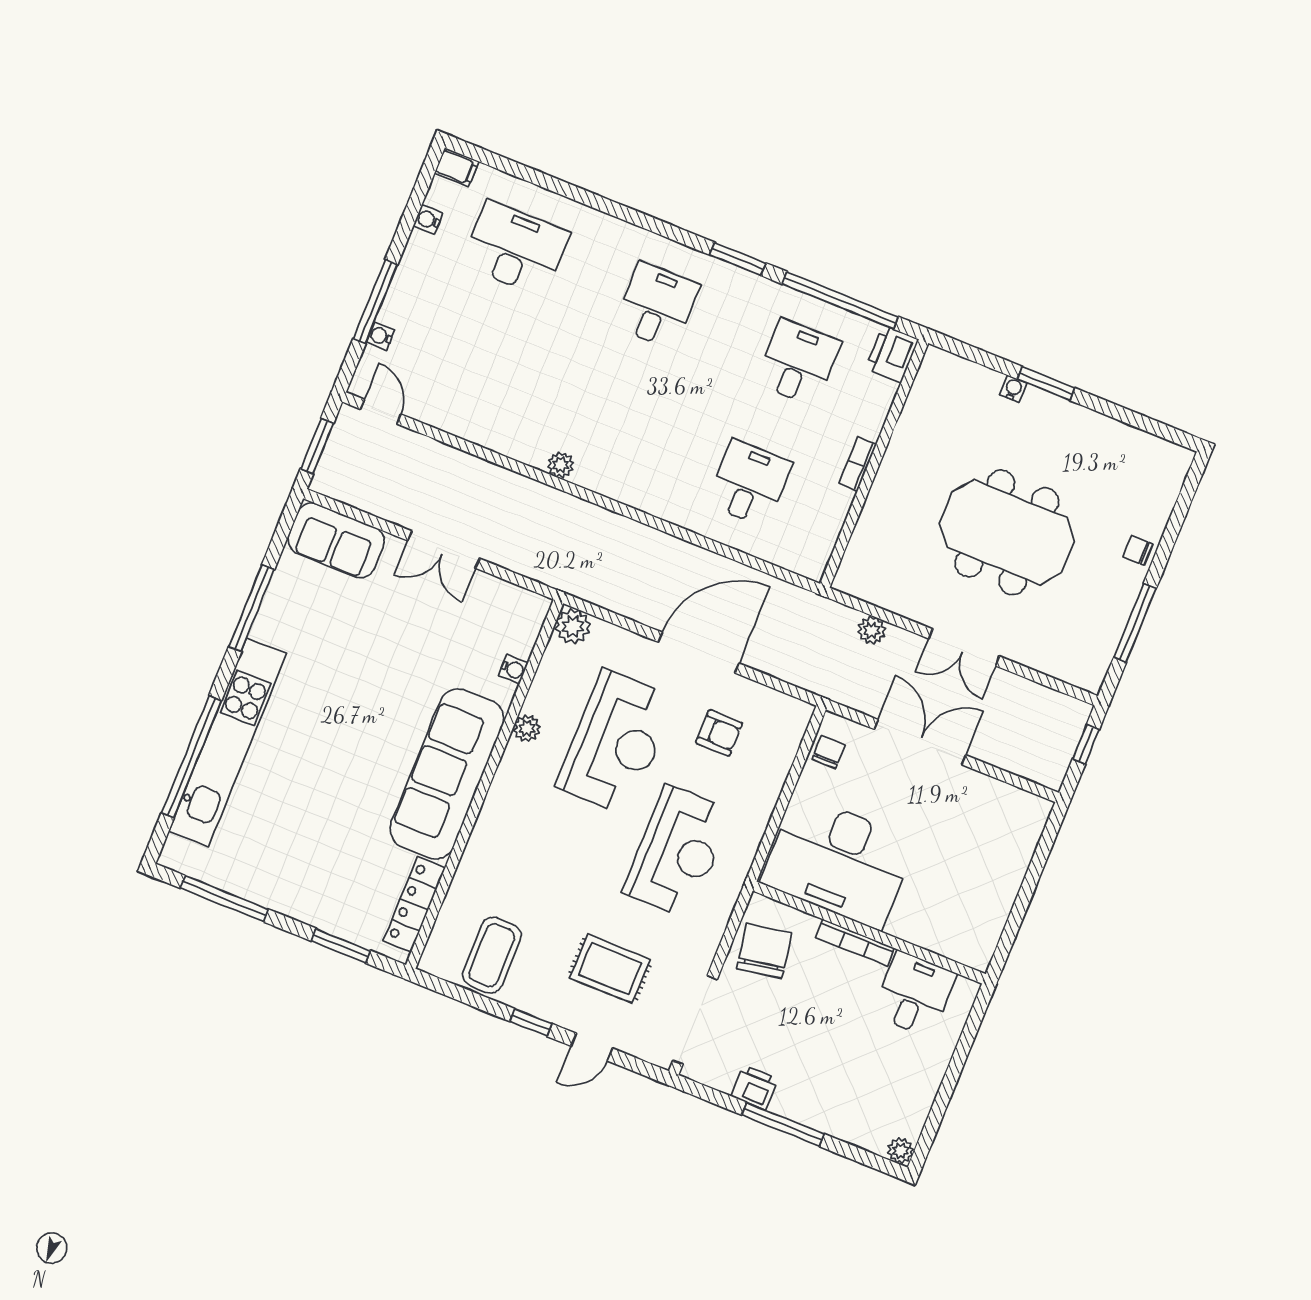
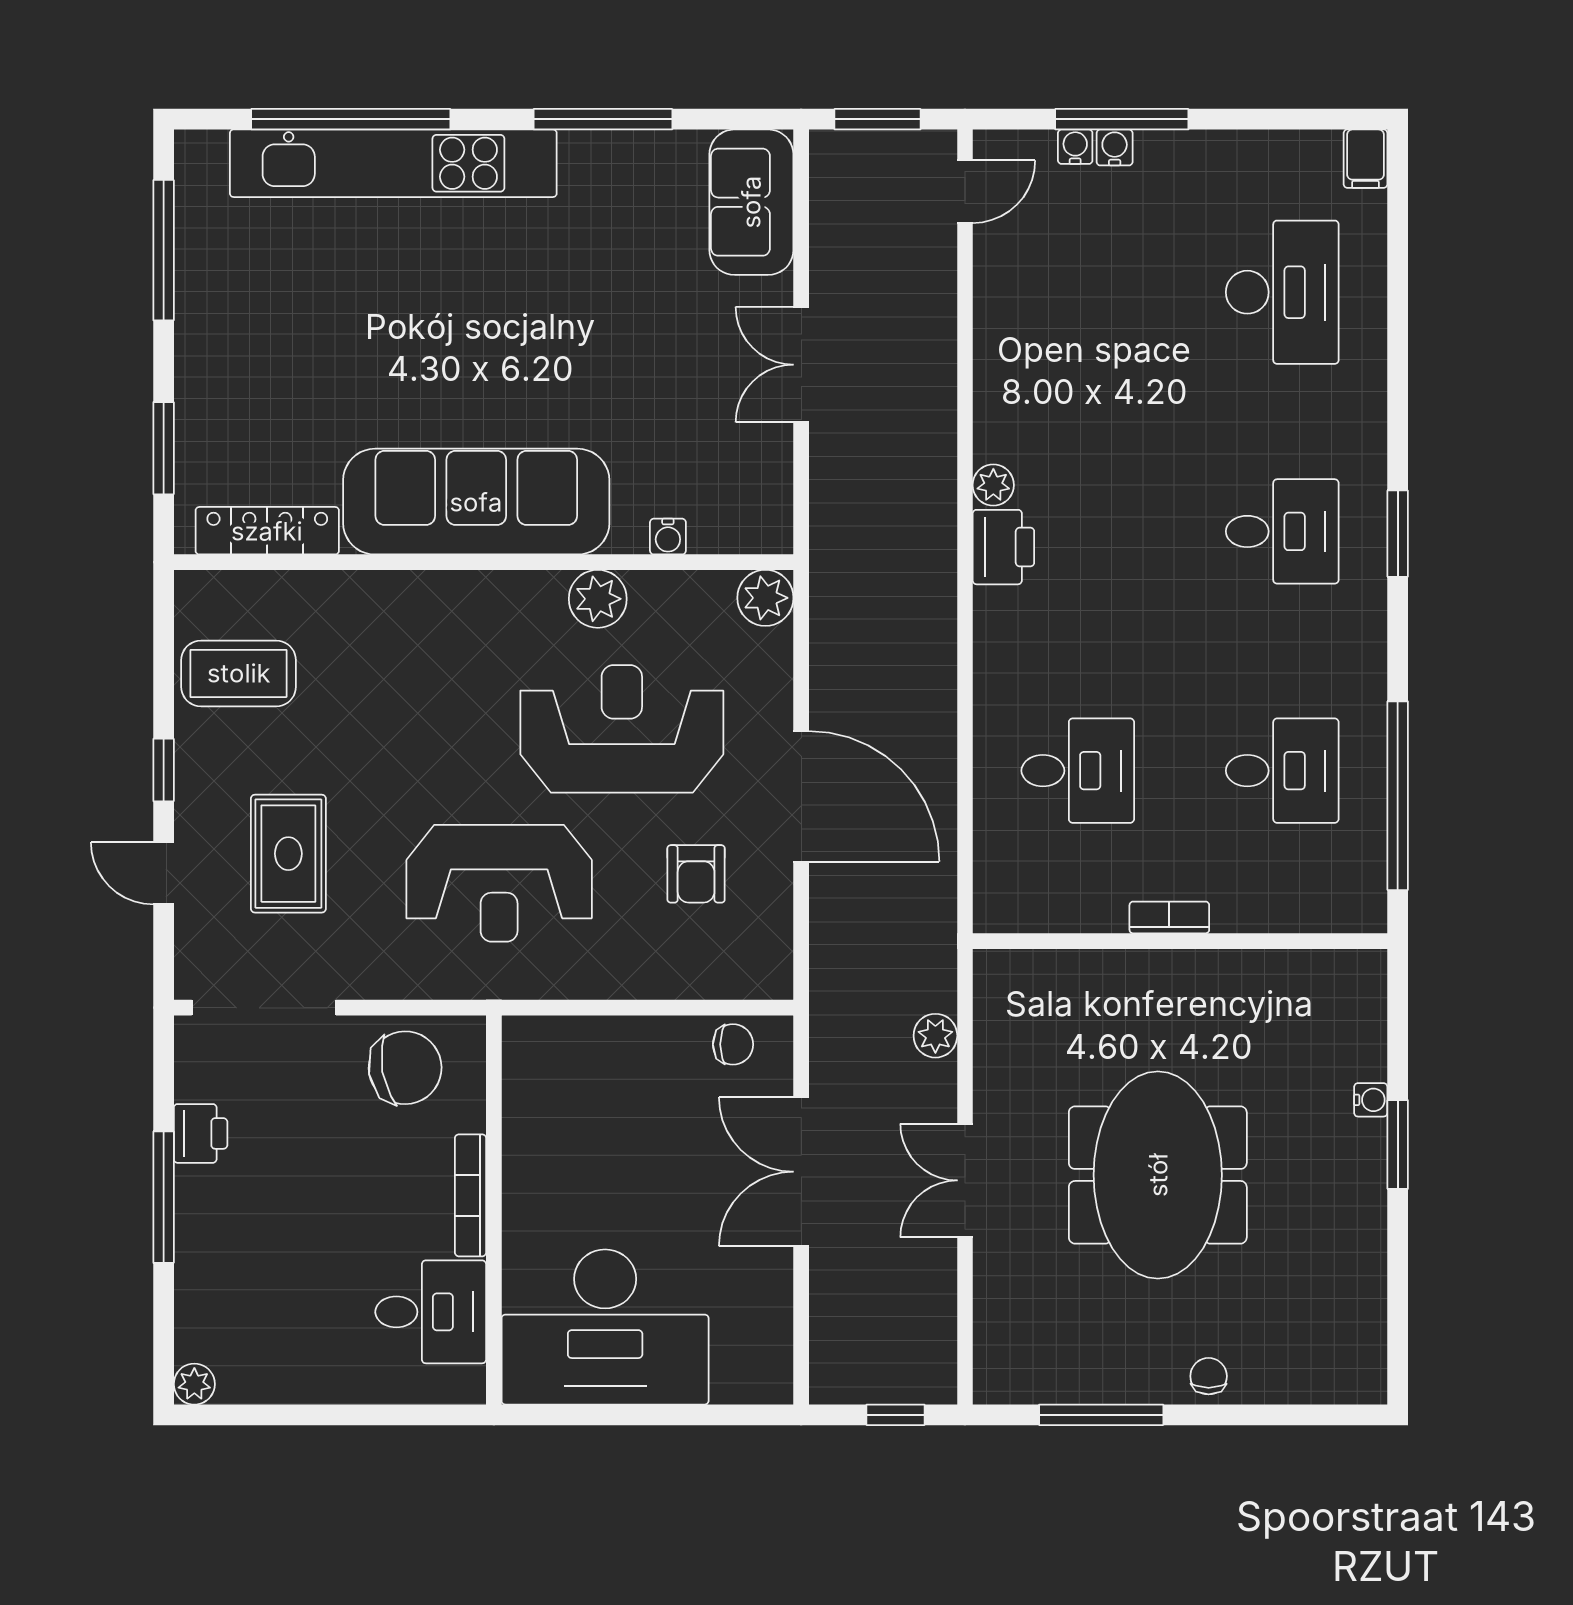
water cooler: (428, 220) -> (1115, 147), moved
window: (738, 259) -> (1398, 534), moved
printer: (892, 354) -> (1003, 547), moved, turned 90
plant: (527, 728) -> (598, 599), width x1.38, depth x1.38
reception desk: (616, 742) -> (622, 729), turned 180
double door: (920, 742) -> (801, 1172), swing flipped
desk: (839, 862) -> (605, 1327), moved, turned -90

